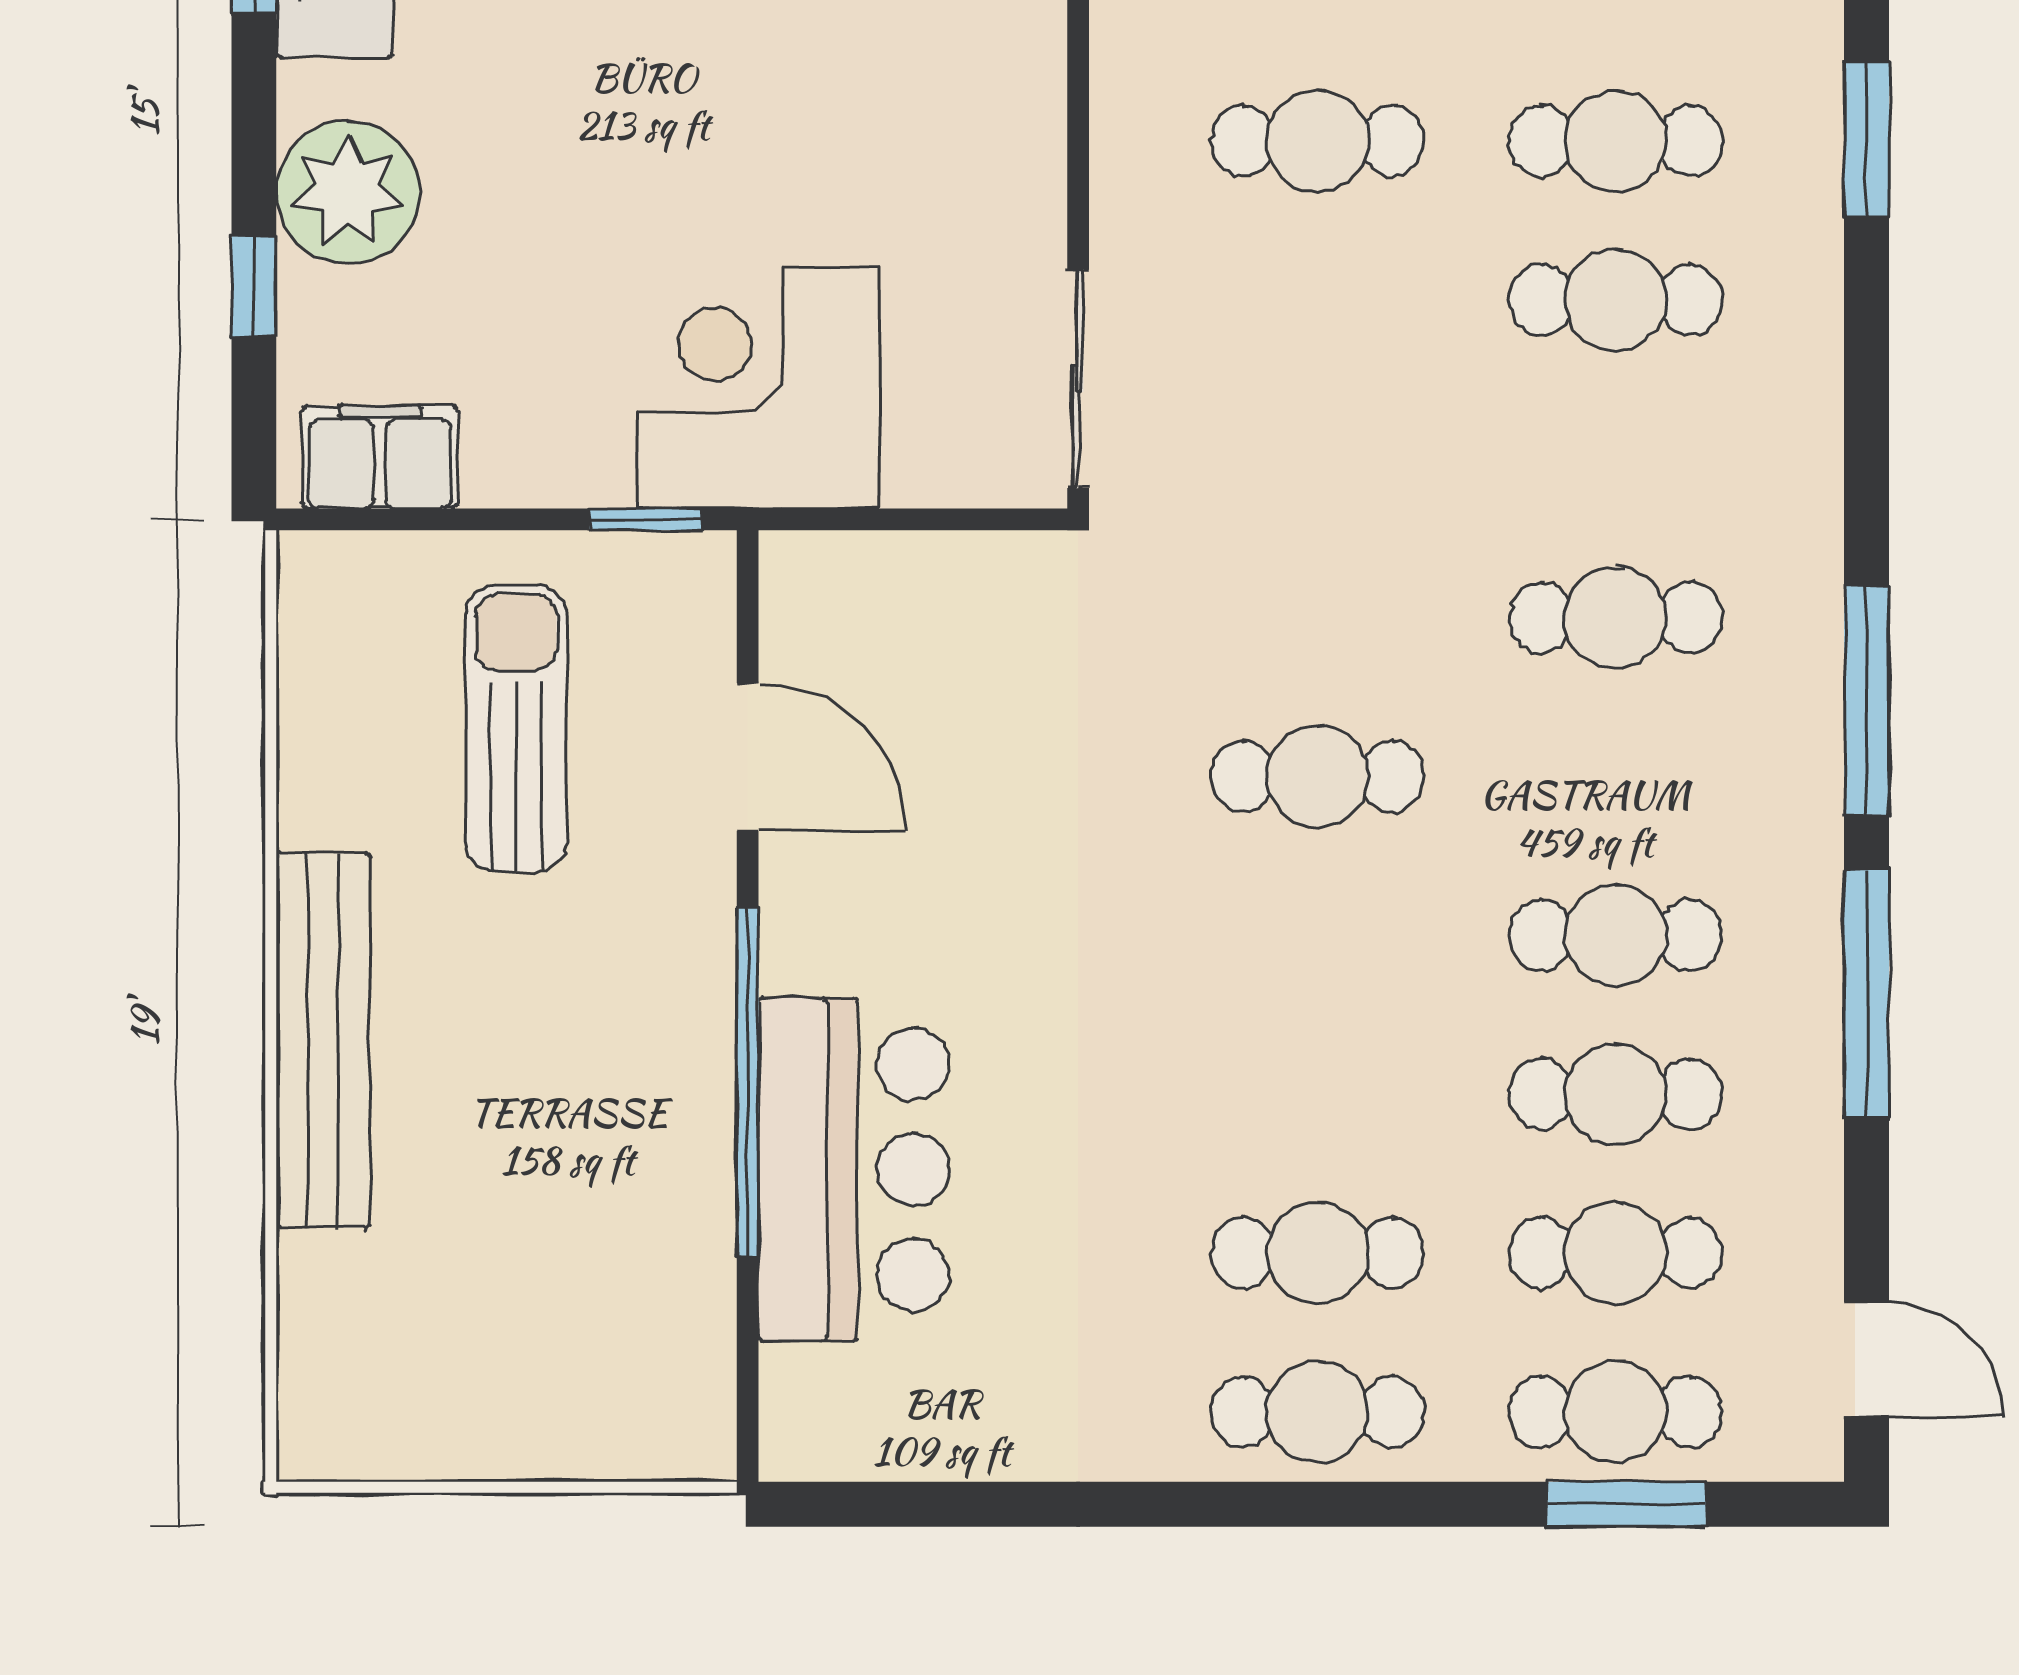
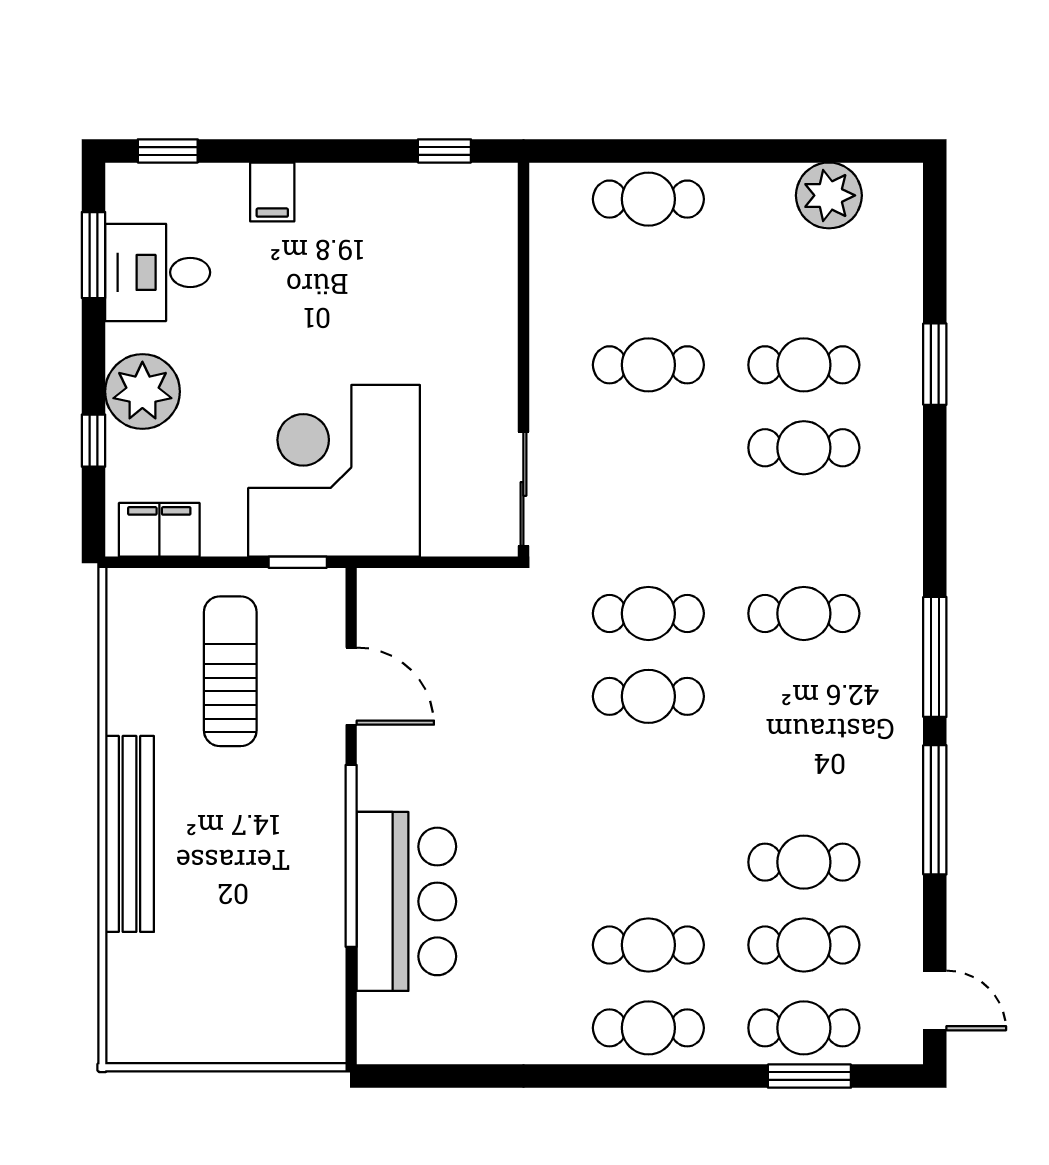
corner desk: (759, 388) -> (334, 471), width x1.36, depth x1.36
cafe table: (1615, 935) -> (648, 613), moved

